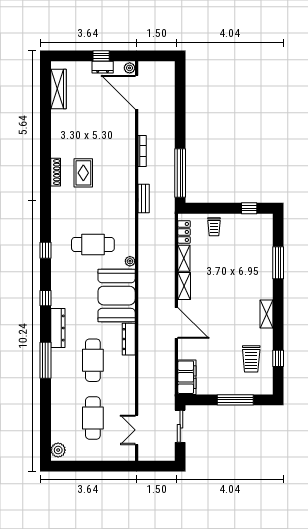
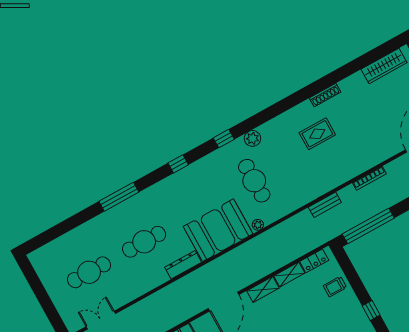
shoe rack: (56, 172) -> (325, 95), moved
dresser: (58, 328) -> (156, 191), removed
plant: (58, 450) -> (252, 138), moved

